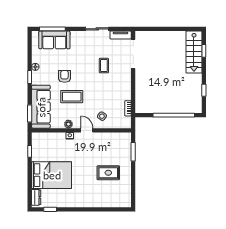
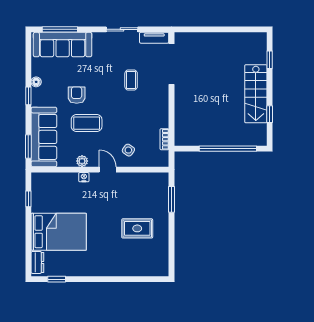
sofa: (54, 40) -> (63, 45), width x1.36
stairs: (194, 52) -> (256, 94), moved

